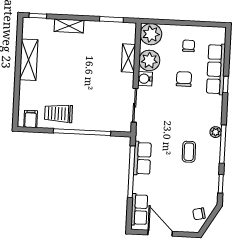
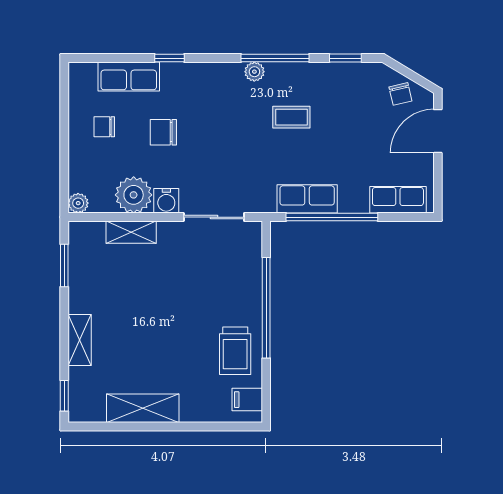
plant: (151, 34) -> (78, 203), width x0.53, depth x0.53
row of seats: (216, 69) -> (129, 76), width x0.68
door: (160, 233) -> (438, 131), moved

